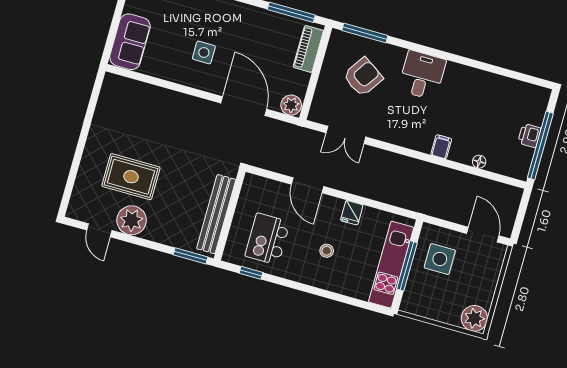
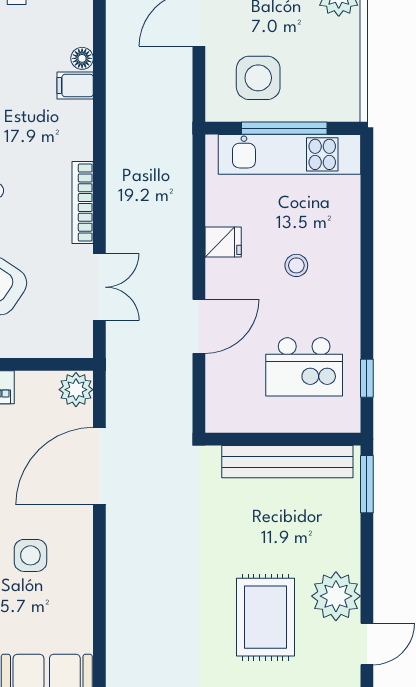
bookcase: (397, 139) -> (83, 203), added
filing cabinet: (441, 147) -> (75, 86), moved

